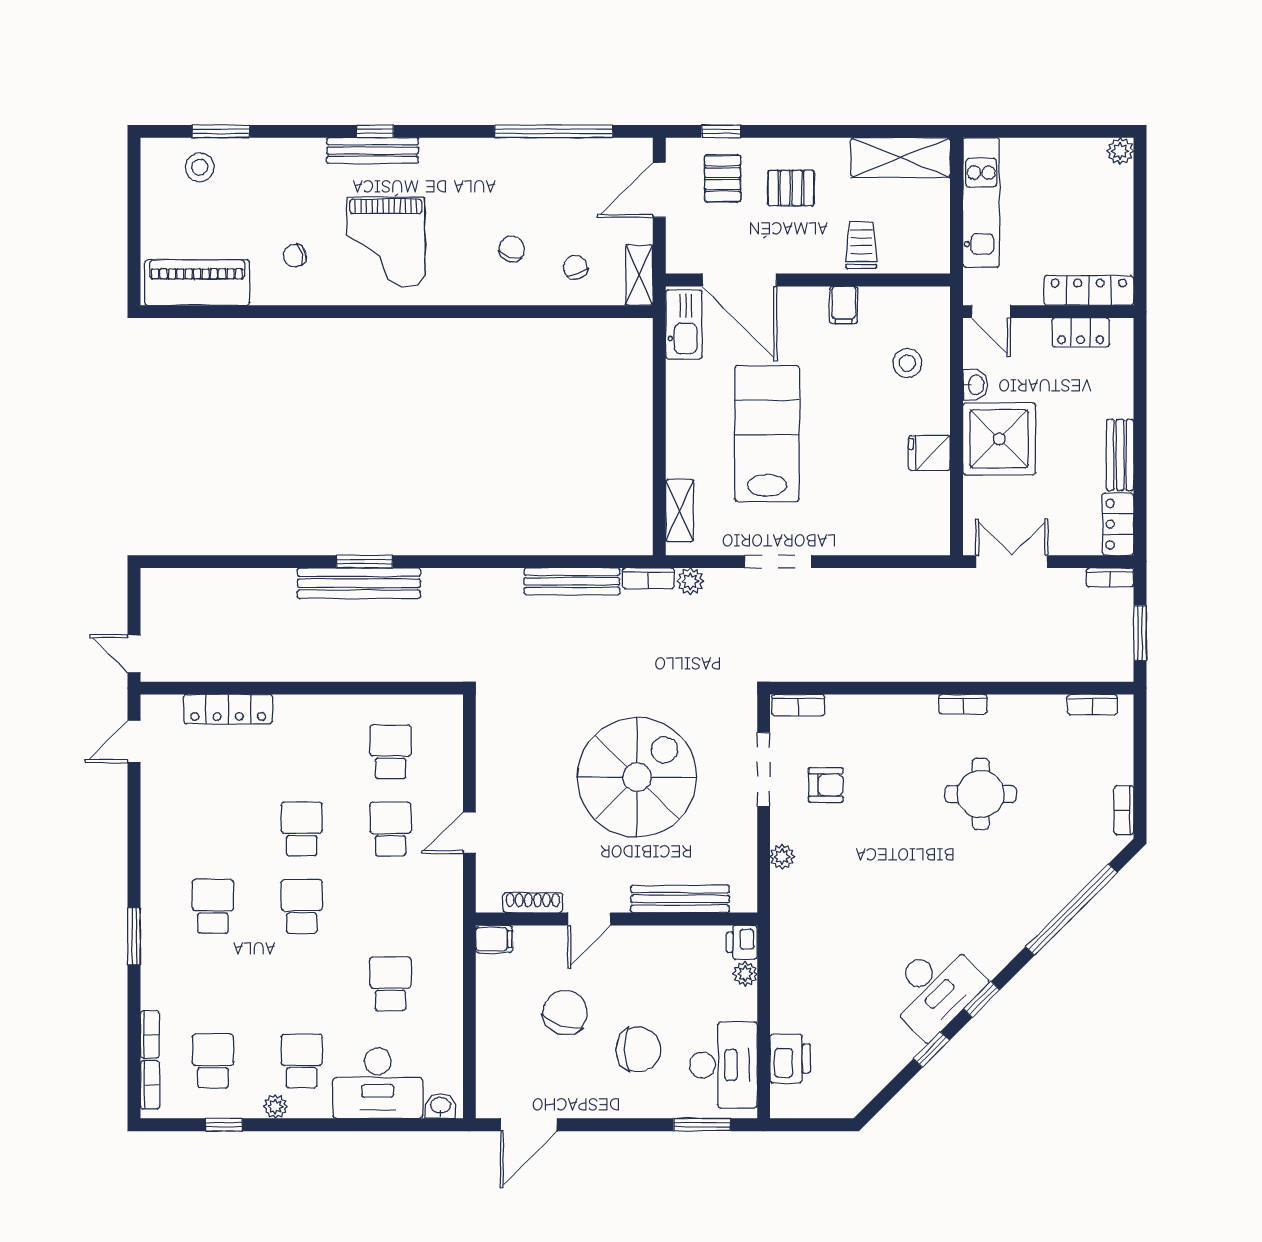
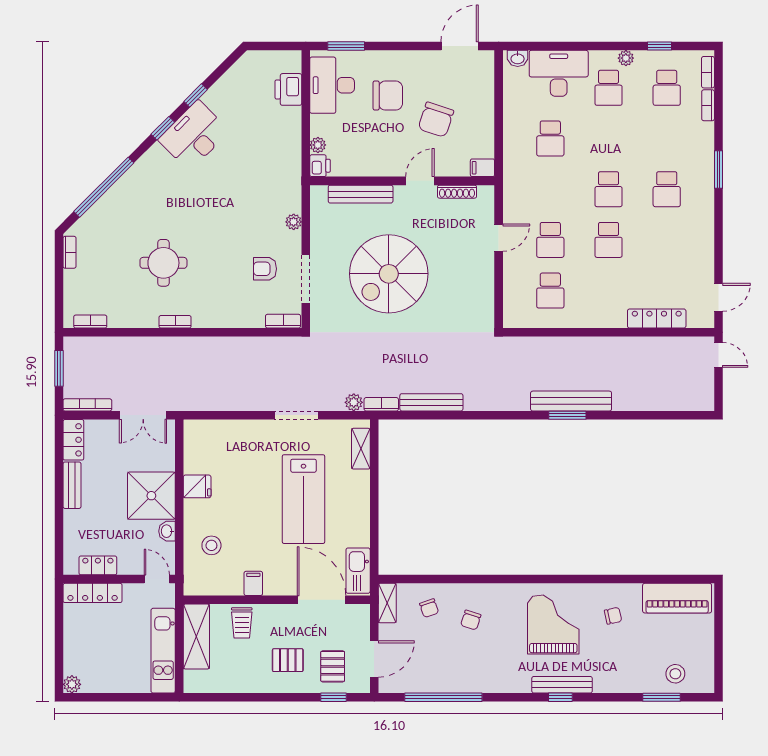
shelving: (901, 158) -> (196, 637), moved, turned 90
bookcase: (1110, 577) -> (87, 405), width x1.56
chair: (638, 1049) -> (388, 96), turned 180

